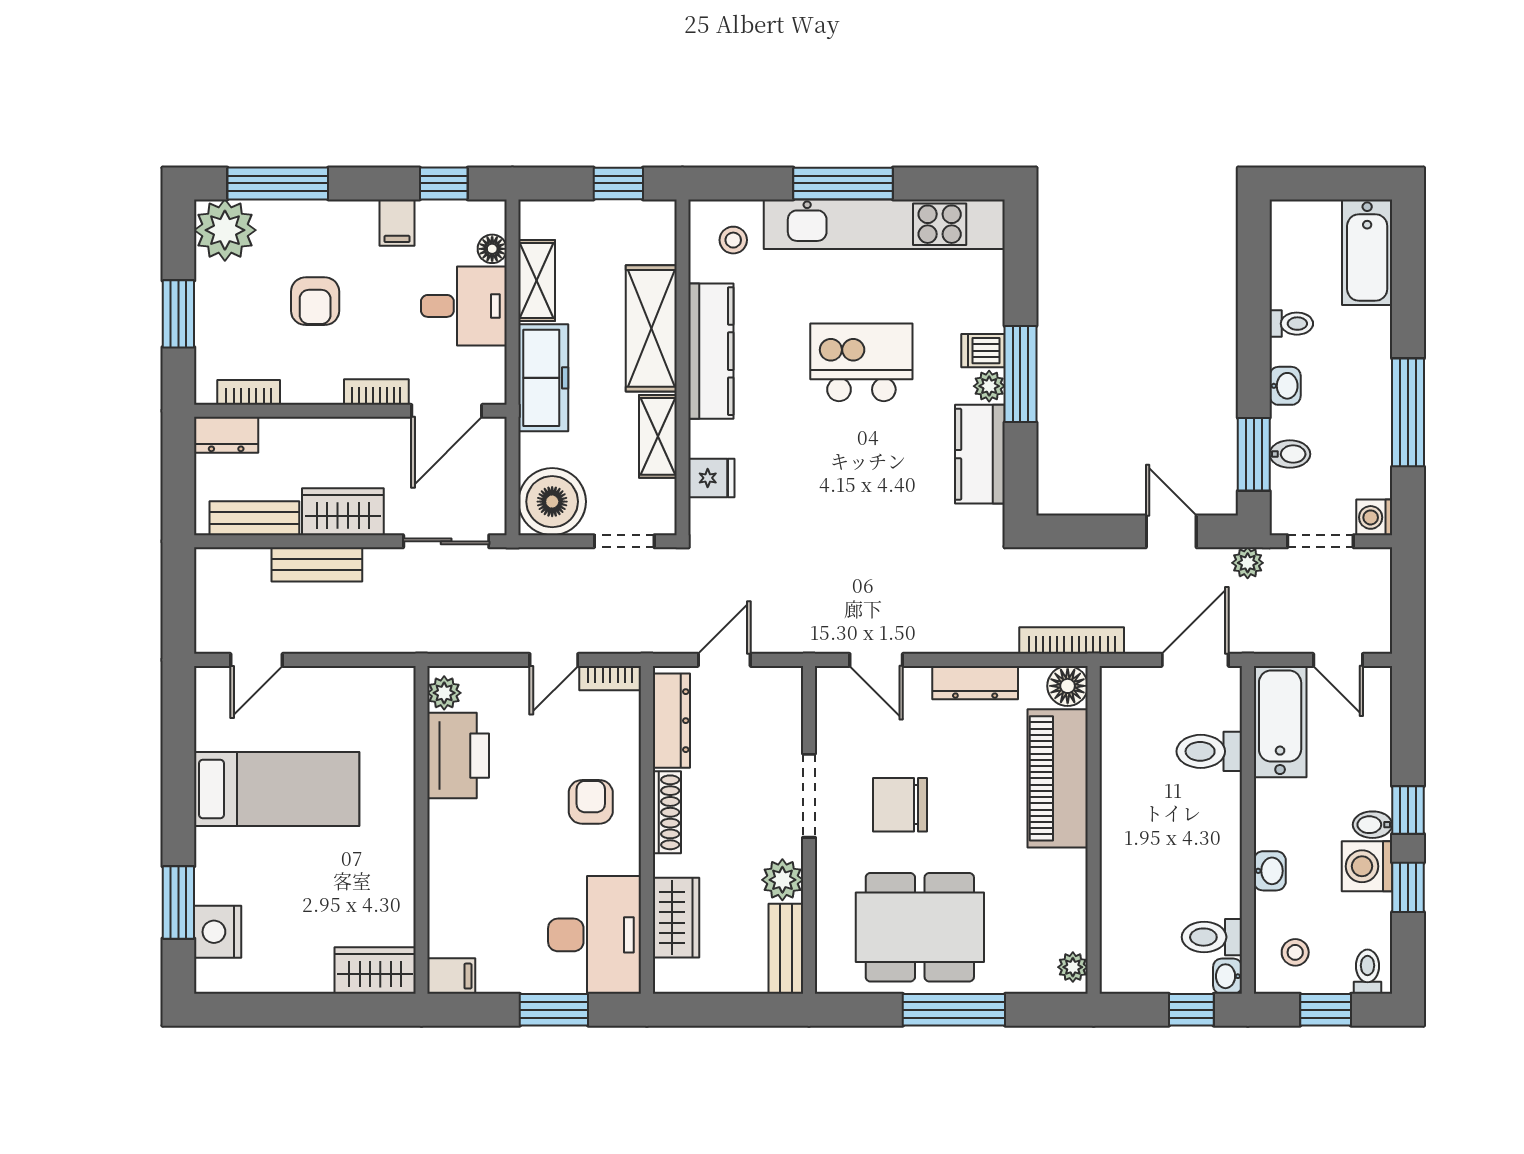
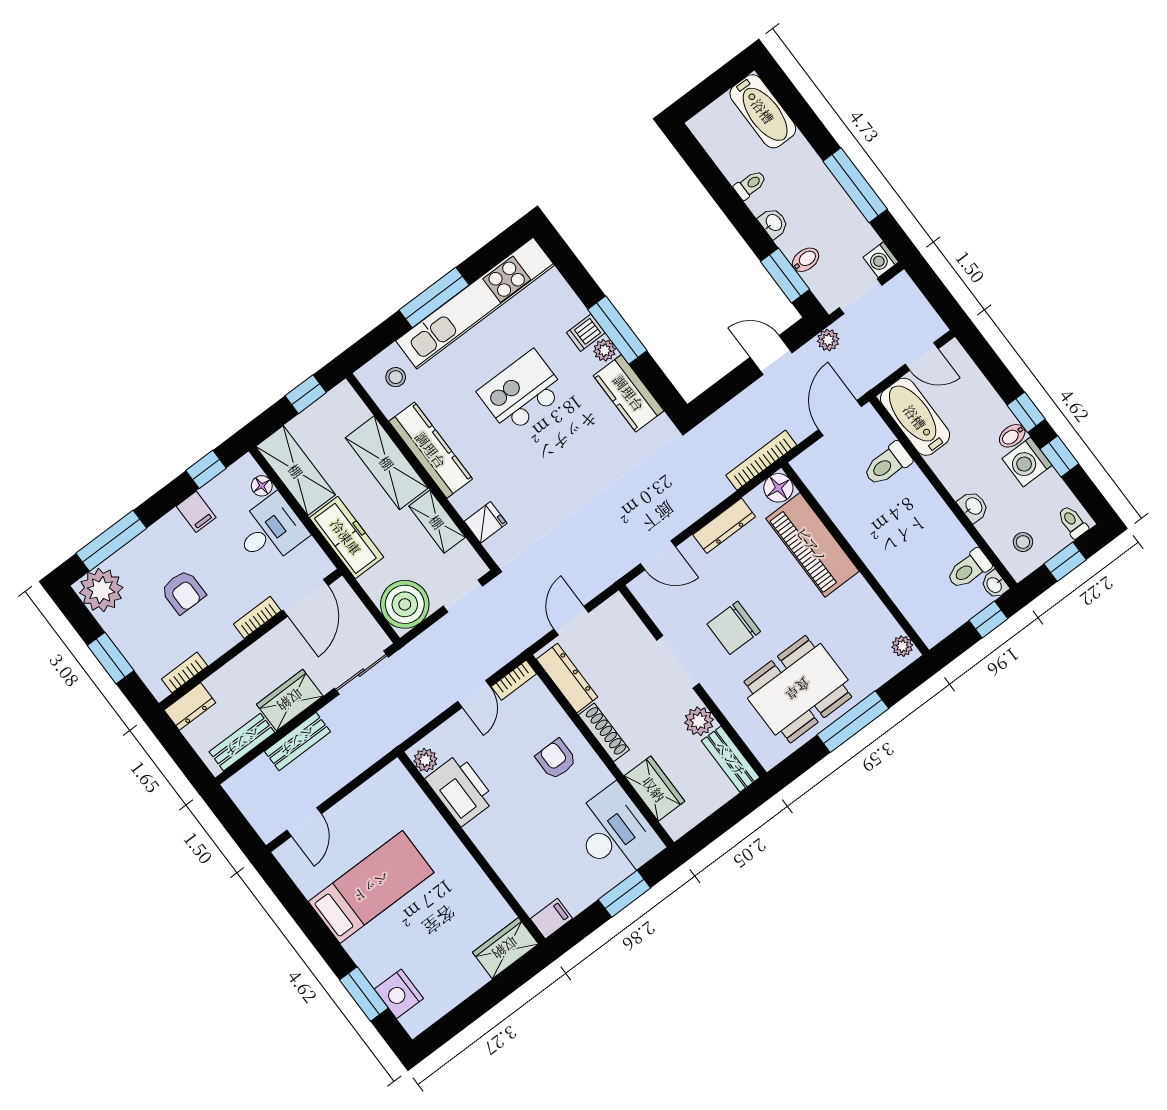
shelving: (537, 280) -> (296, 471), width x1.50, depth x1.33

